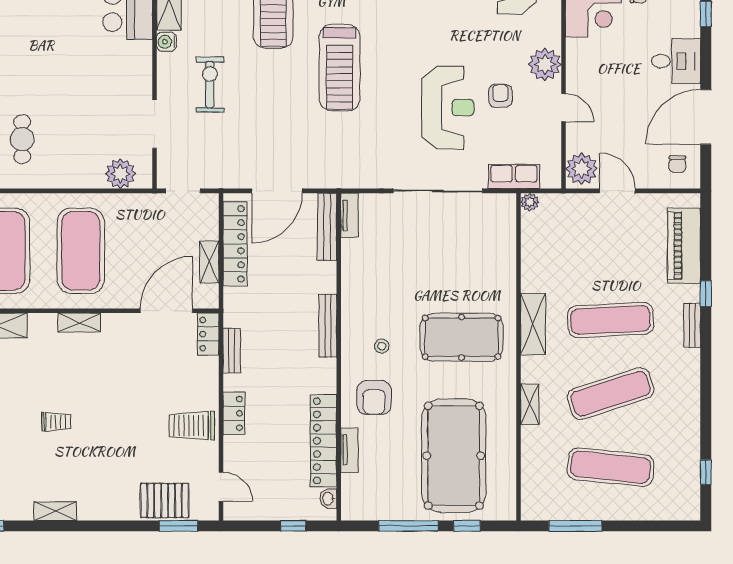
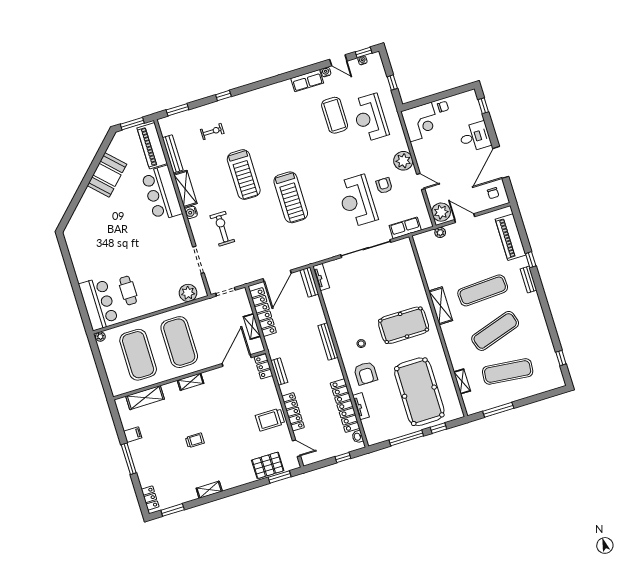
reception desk: (448, 108) -> (357, 201), turned 180
plant: (530, 202) -> (440, 232), moved
bench: (327, 227) -> (309, 282), width x0.73
shelving: (530, 404) -> (462, 381), moved
locker: (234, 413) -> (293, 412), width x1.53

